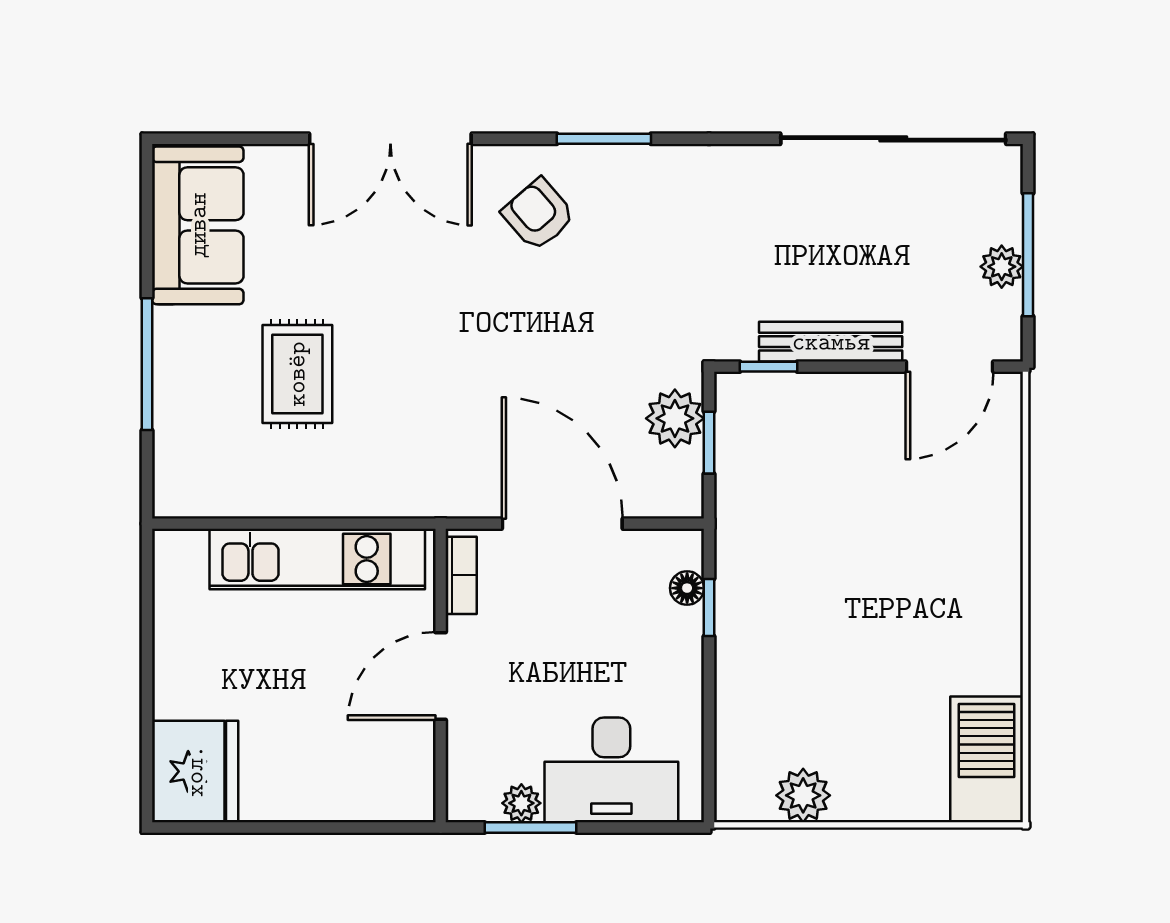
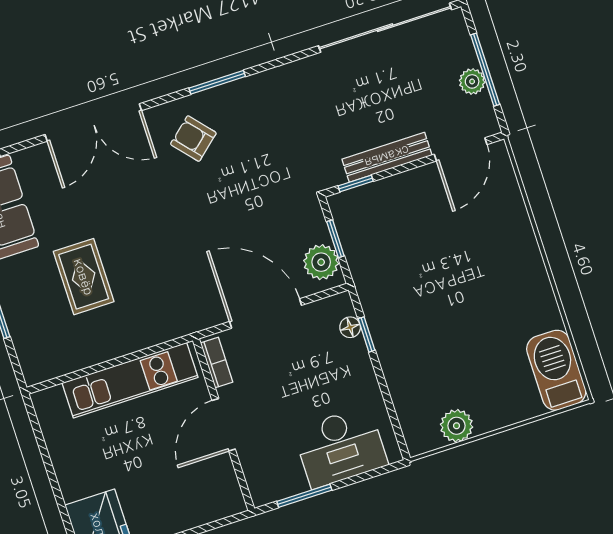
plant: (675, 418) -> (321, 262), moved
plant: (521, 803) -> (294, 483), removed

